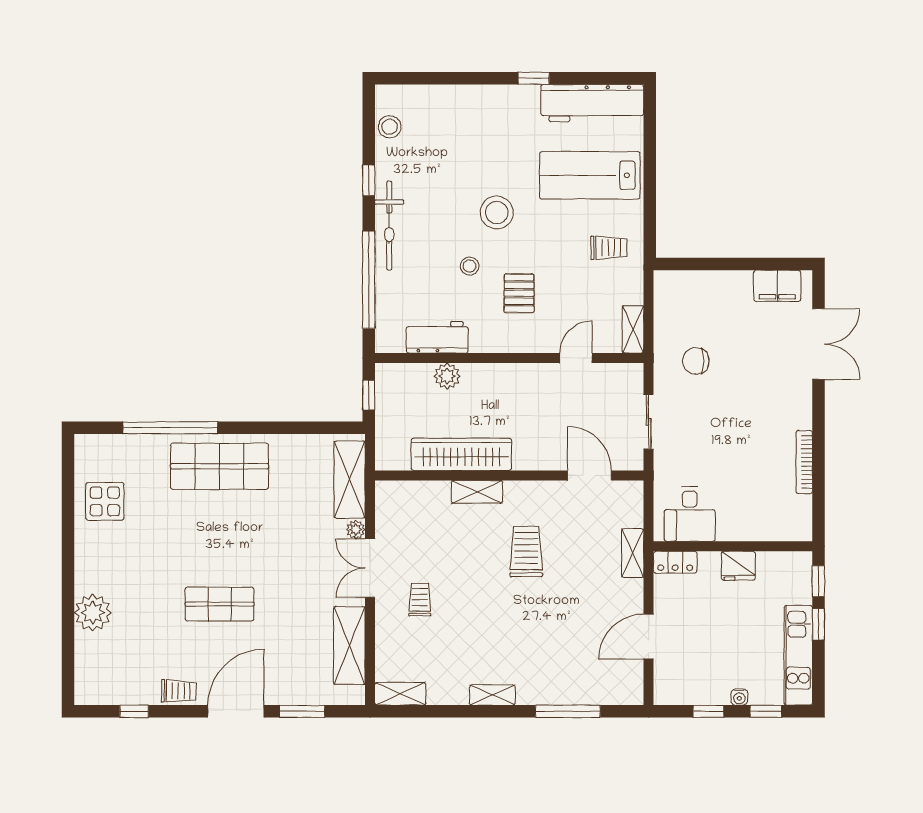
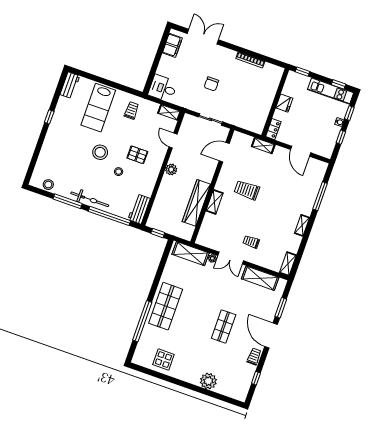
workbench: (592, 103) -> (70, 85), width x0.53, depth x0.76
window: (369, 180) -> (68, 201), width x2.17
workbench: (437, 337) -> (139, 209), moved
chair: (696, 361) -> (211, 84), moved
plant: (447, 376) -> (171, 169), moved
desk: (690, 514) -> (163, 88), moved, turned 180
window: (818, 624) -> (339, 84), moved

